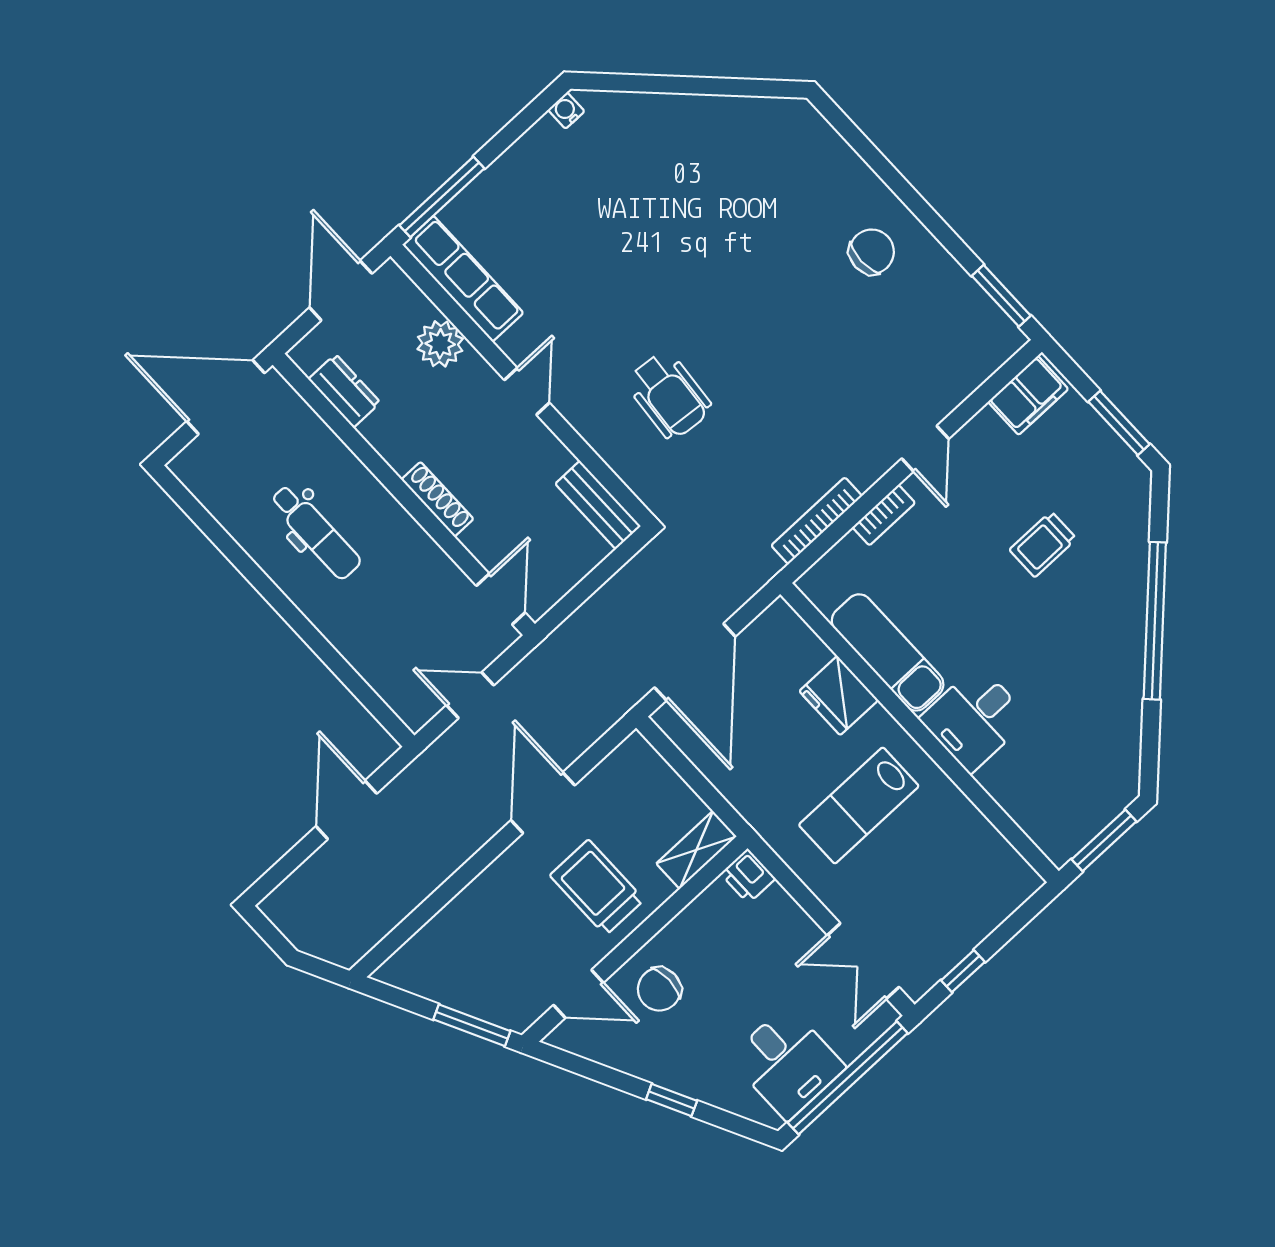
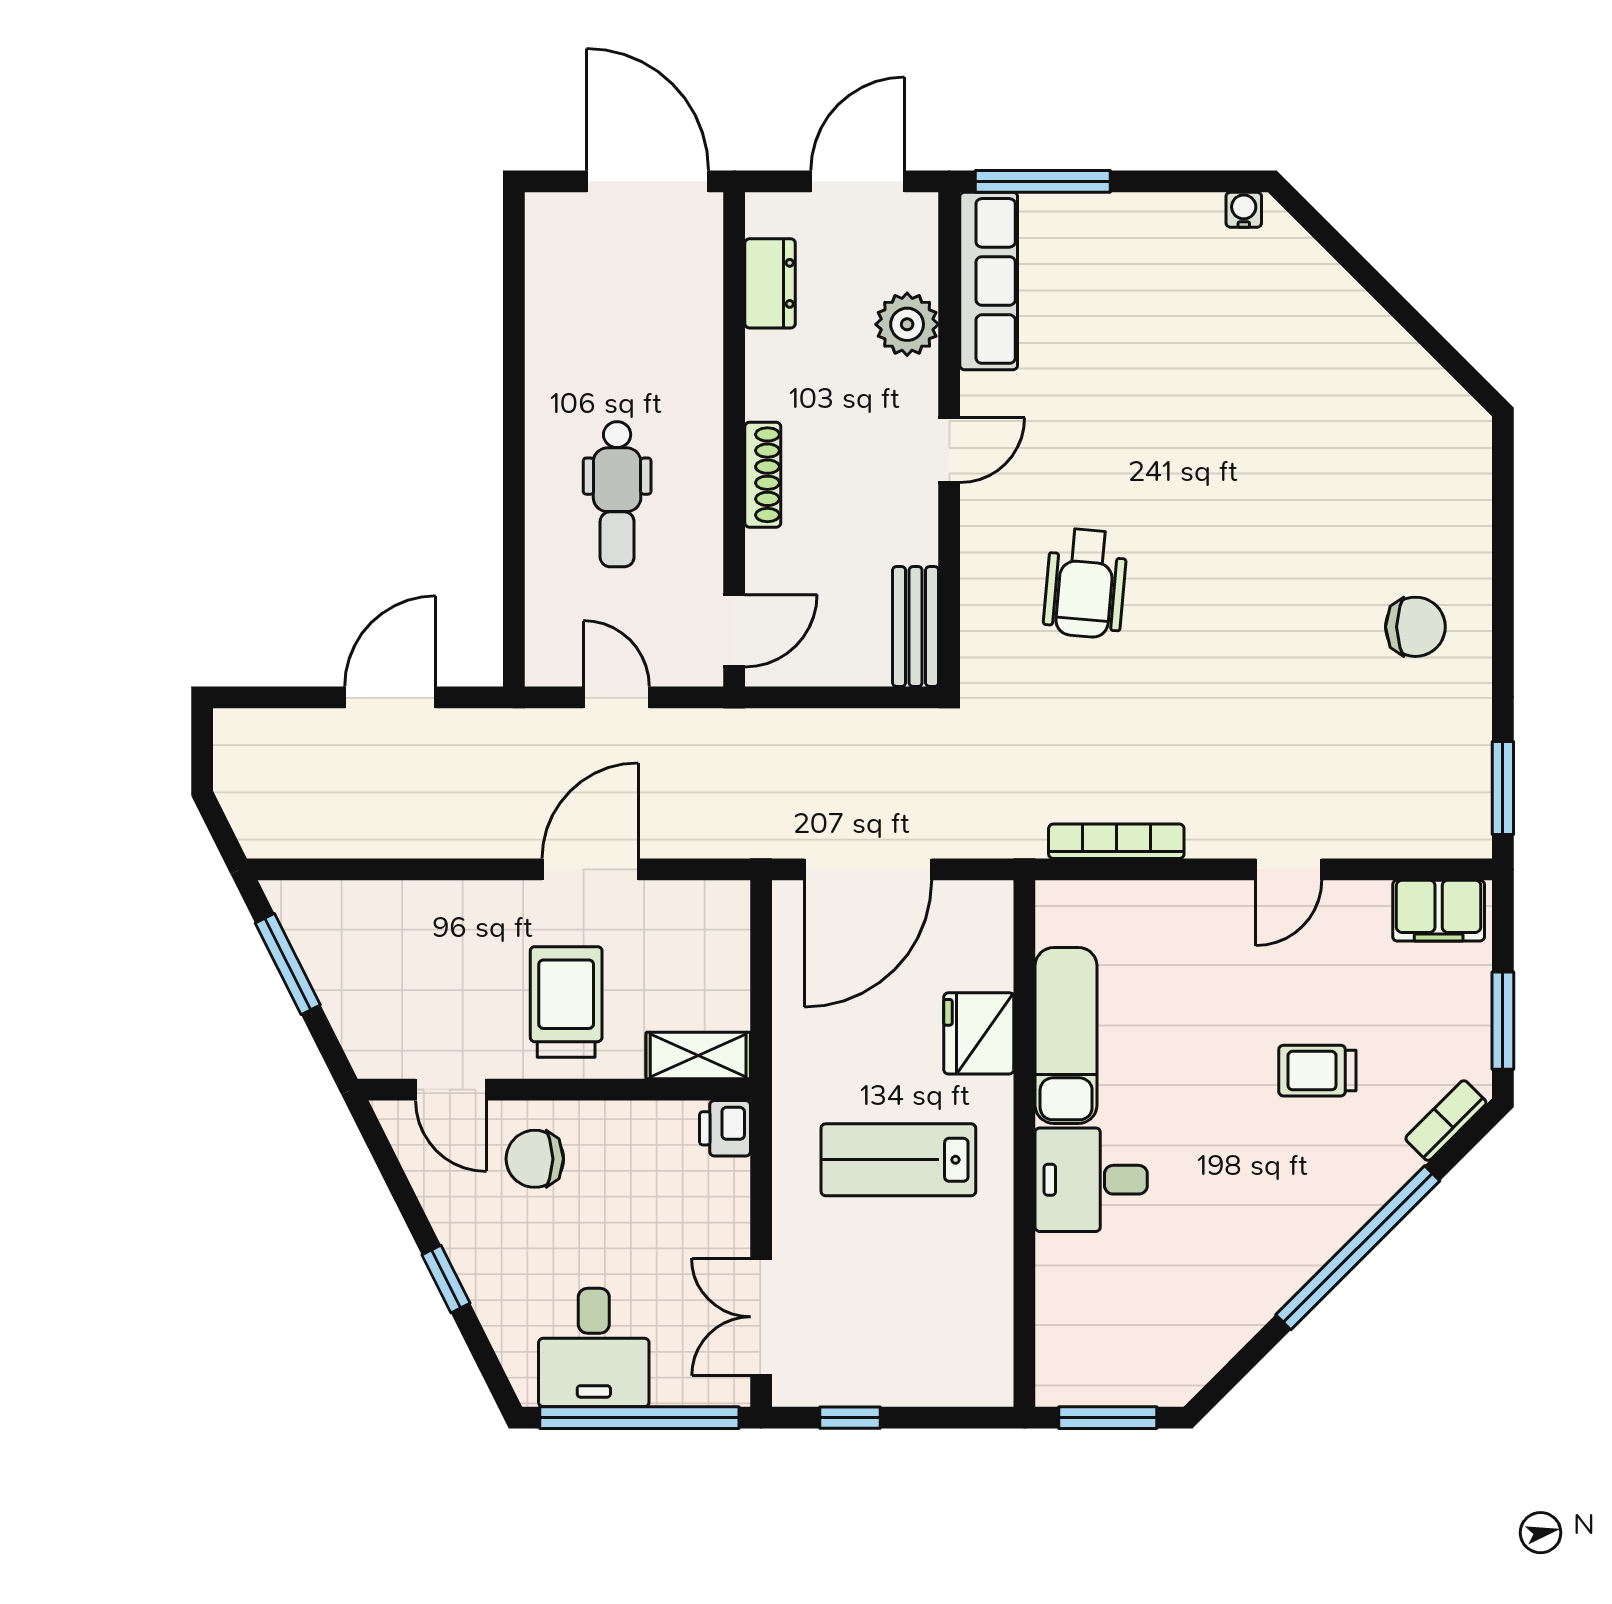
bookcase: (884, 515) -> (1446, 1121), moved, turned 135
dental chair: (315, 532) -> (617, 494), moved
window: (472, 1025) -> (288, 964), moved

